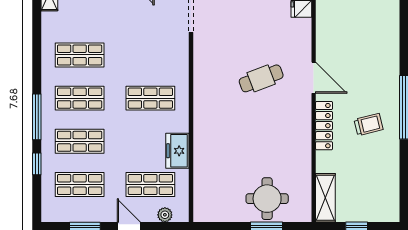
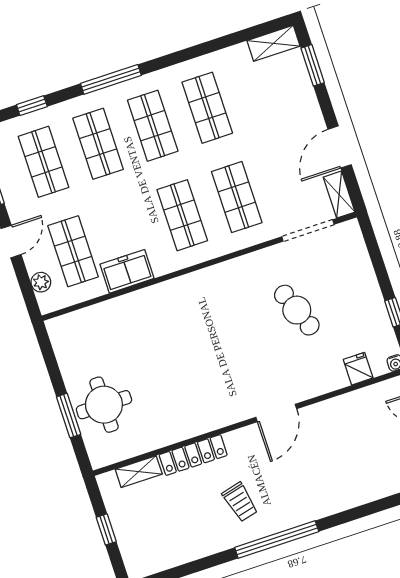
shop shelf: (150, 55) -> (237, 197), added
cafe table: (261, 78) -> (297, 310), moved
locker: (324, 126) -> (193, 455), moved
window: (37, 164) -> (32, 106), moved
shelving: (325, 198) -> (139, 472), width x0.67, depth x0.75

